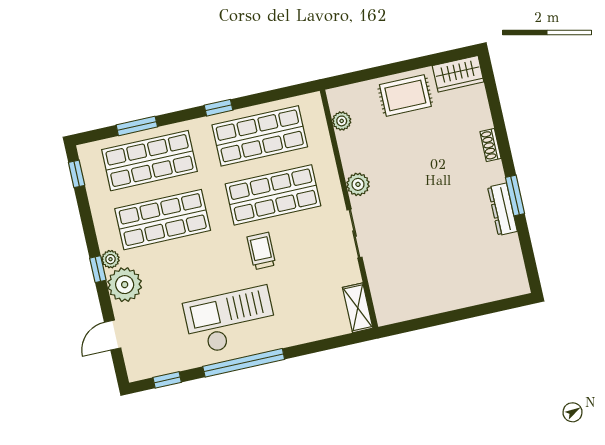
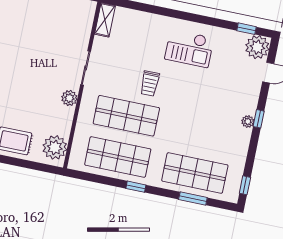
plant: (342, 121) -> (55, 147), width x1.88, depth x1.88
shop shelf: (163, 220) -> (203, 132), removed
plant: (125, 285) -> (257, 47), moved
checkout: (230, 320) -> (189, 48), width x0.73, depth x0.83
window: (244, 363) -> (193, 18), removed

